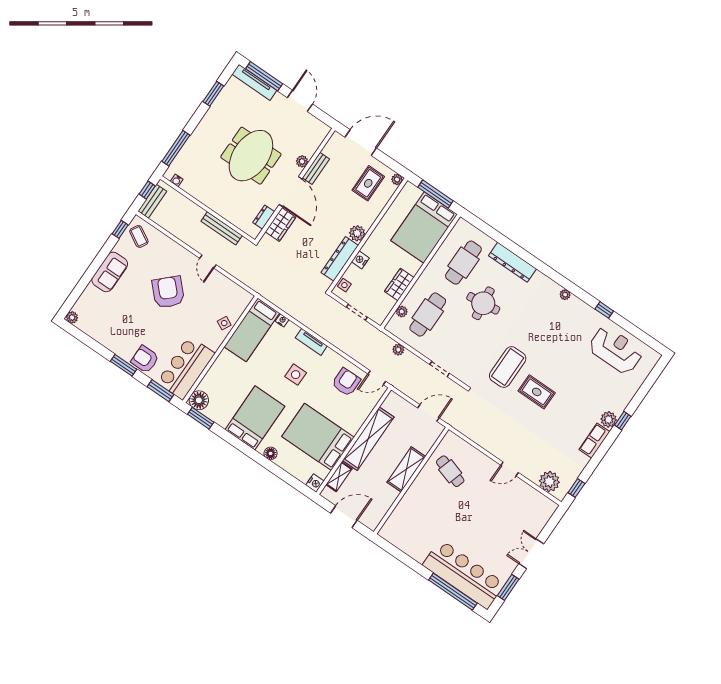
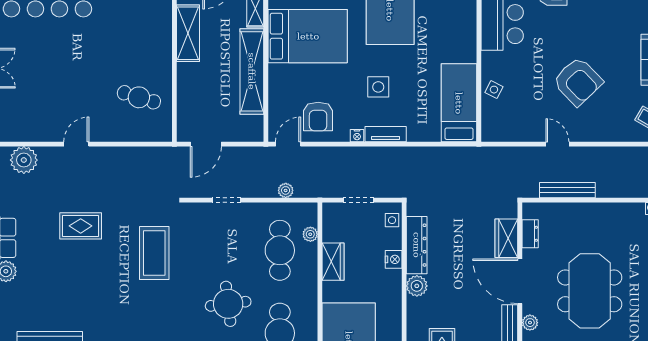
nightstand: (282, 320) -> (357, 136), moved
rug: (537, 392) -> (81, 226), moved
shelving: (406, 469) -> (188, 33), moved

